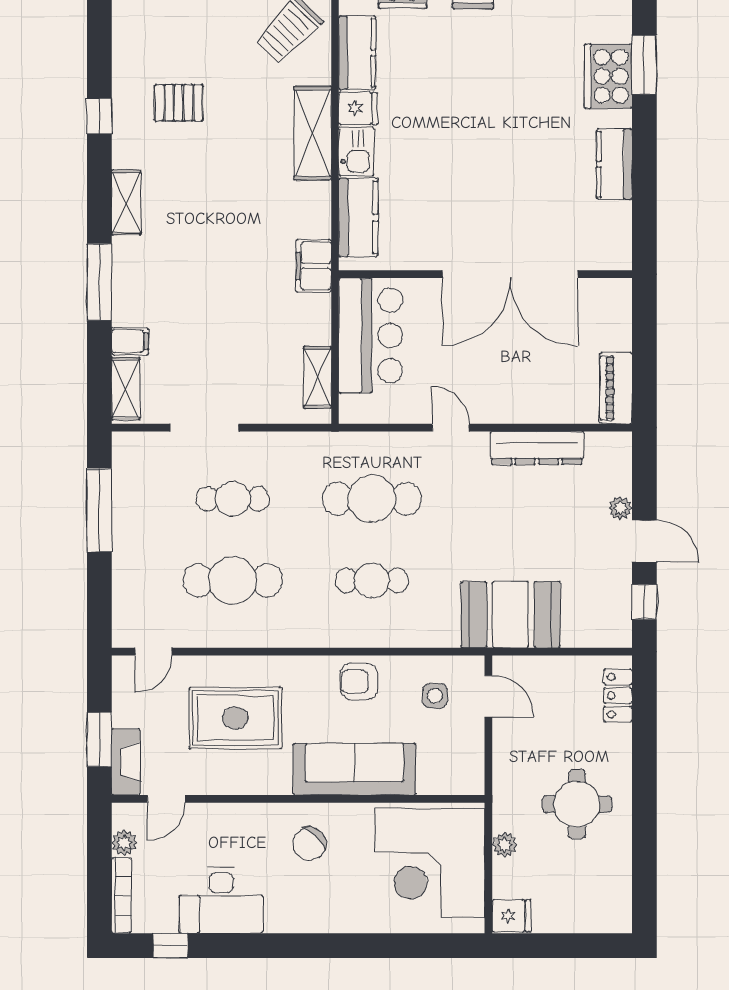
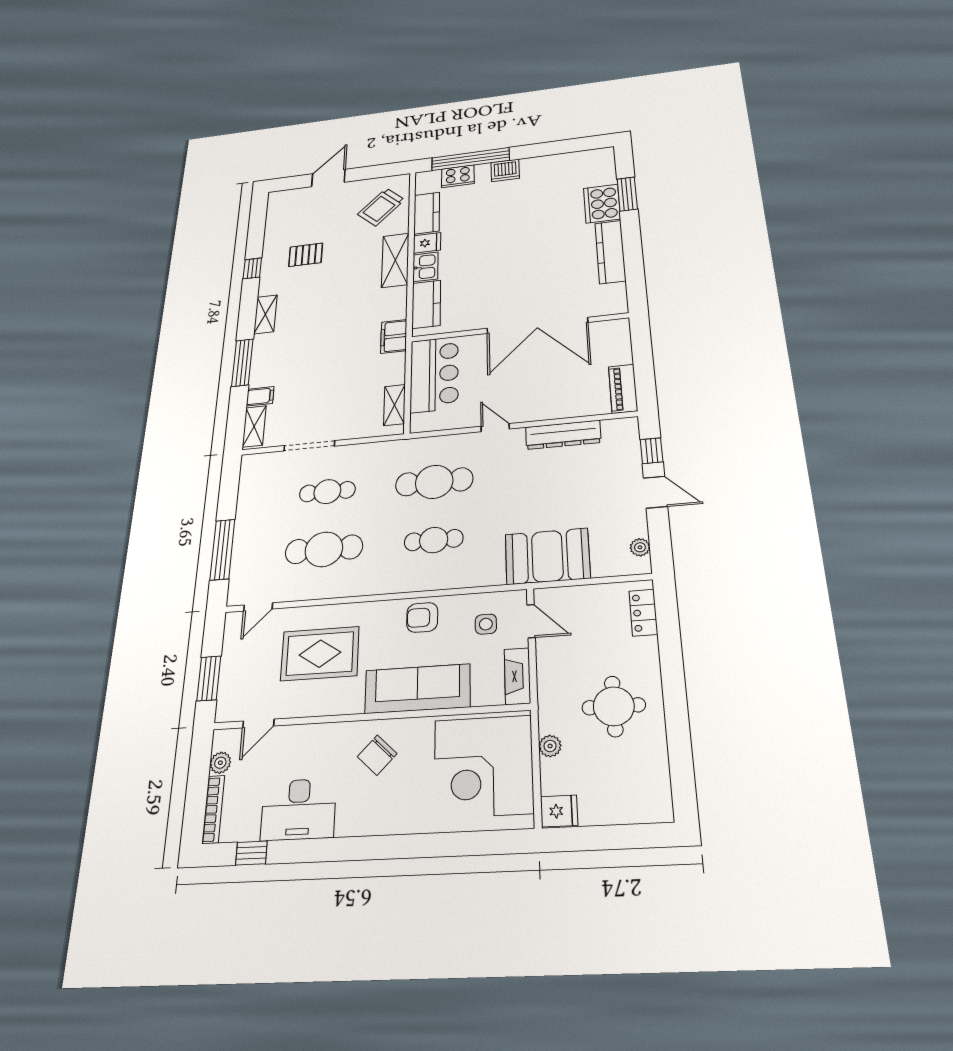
kitchen counter: (614, 164) -> (610, 252), width x1.50
plant: (620, 508) -> (640, 547), moved
window: (99, 510) -> (222, 550), moved
window: (644, 602) -> (652, 451), moved
fireplace: (126, 762) -> (517, 676), moved, turned 180

